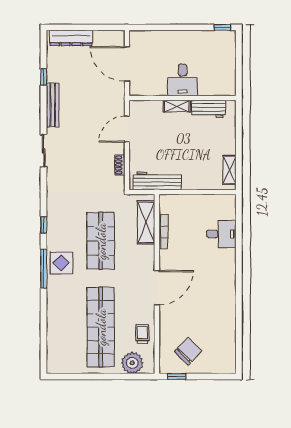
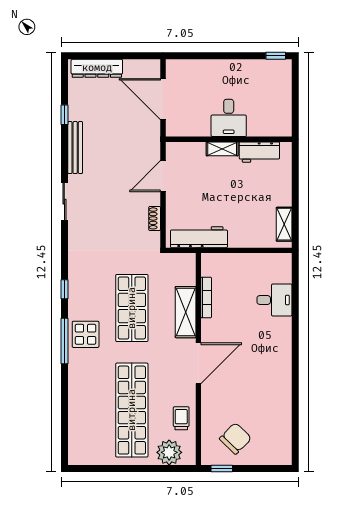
shelving: (146, 222) -> (186, 312), moved

